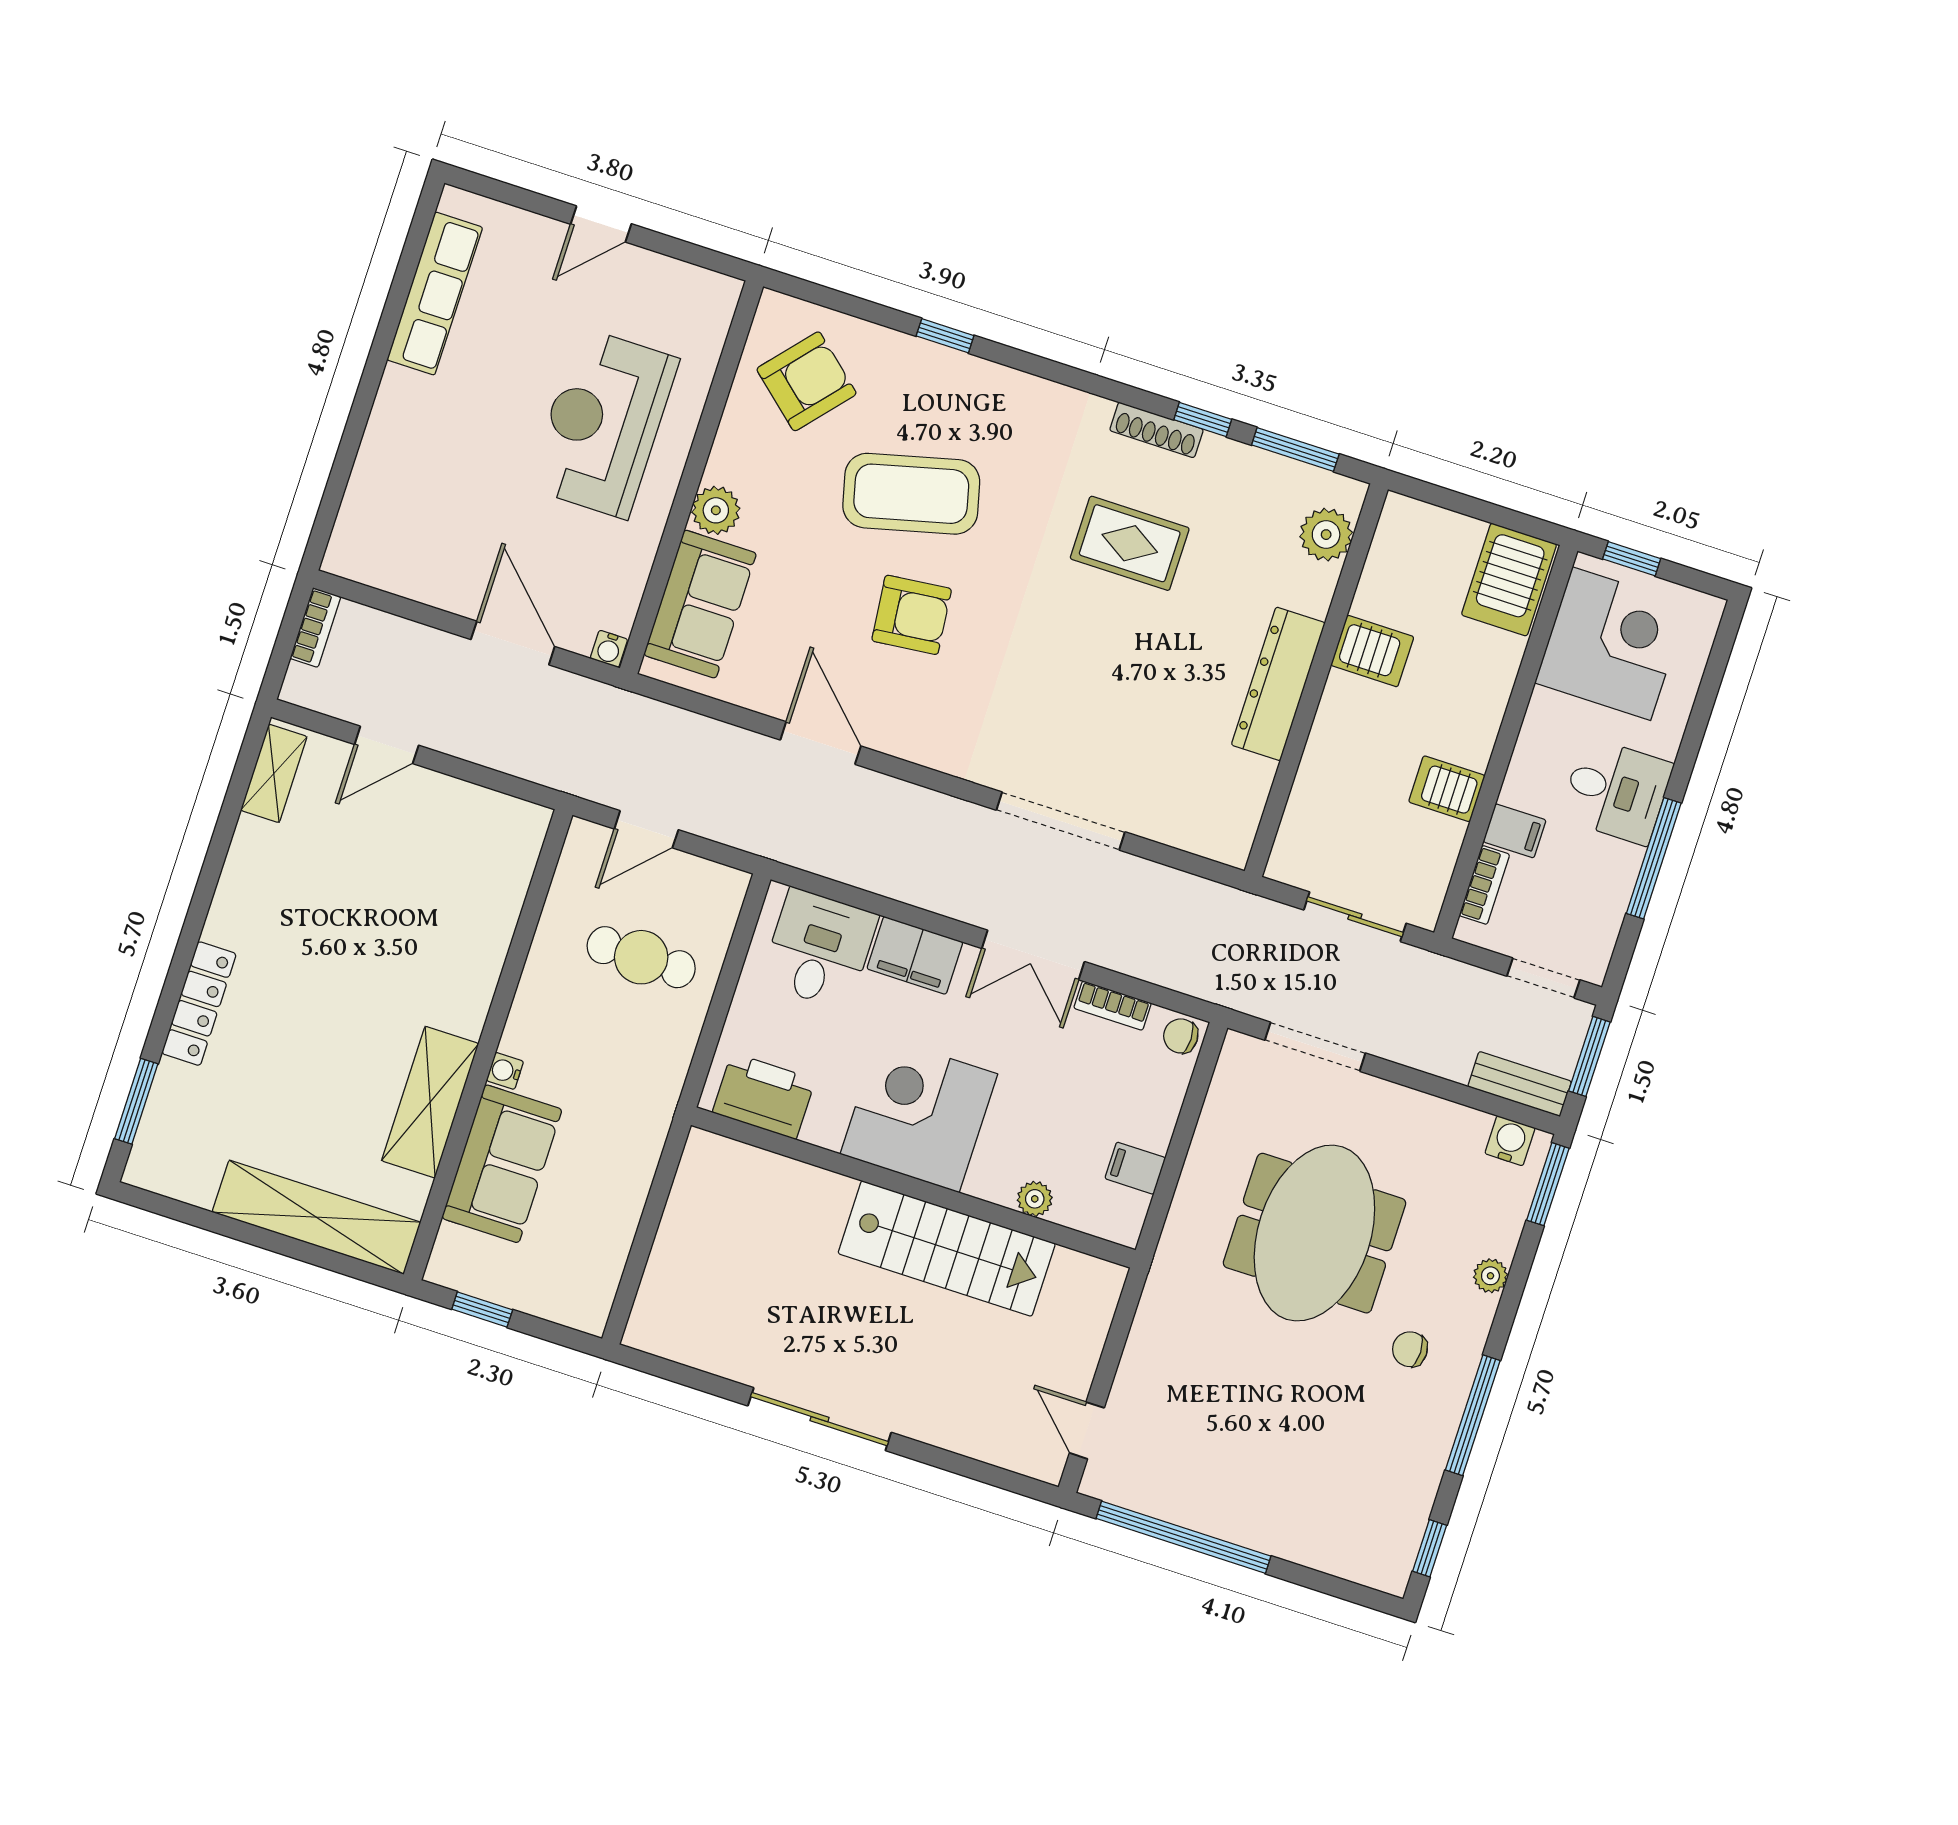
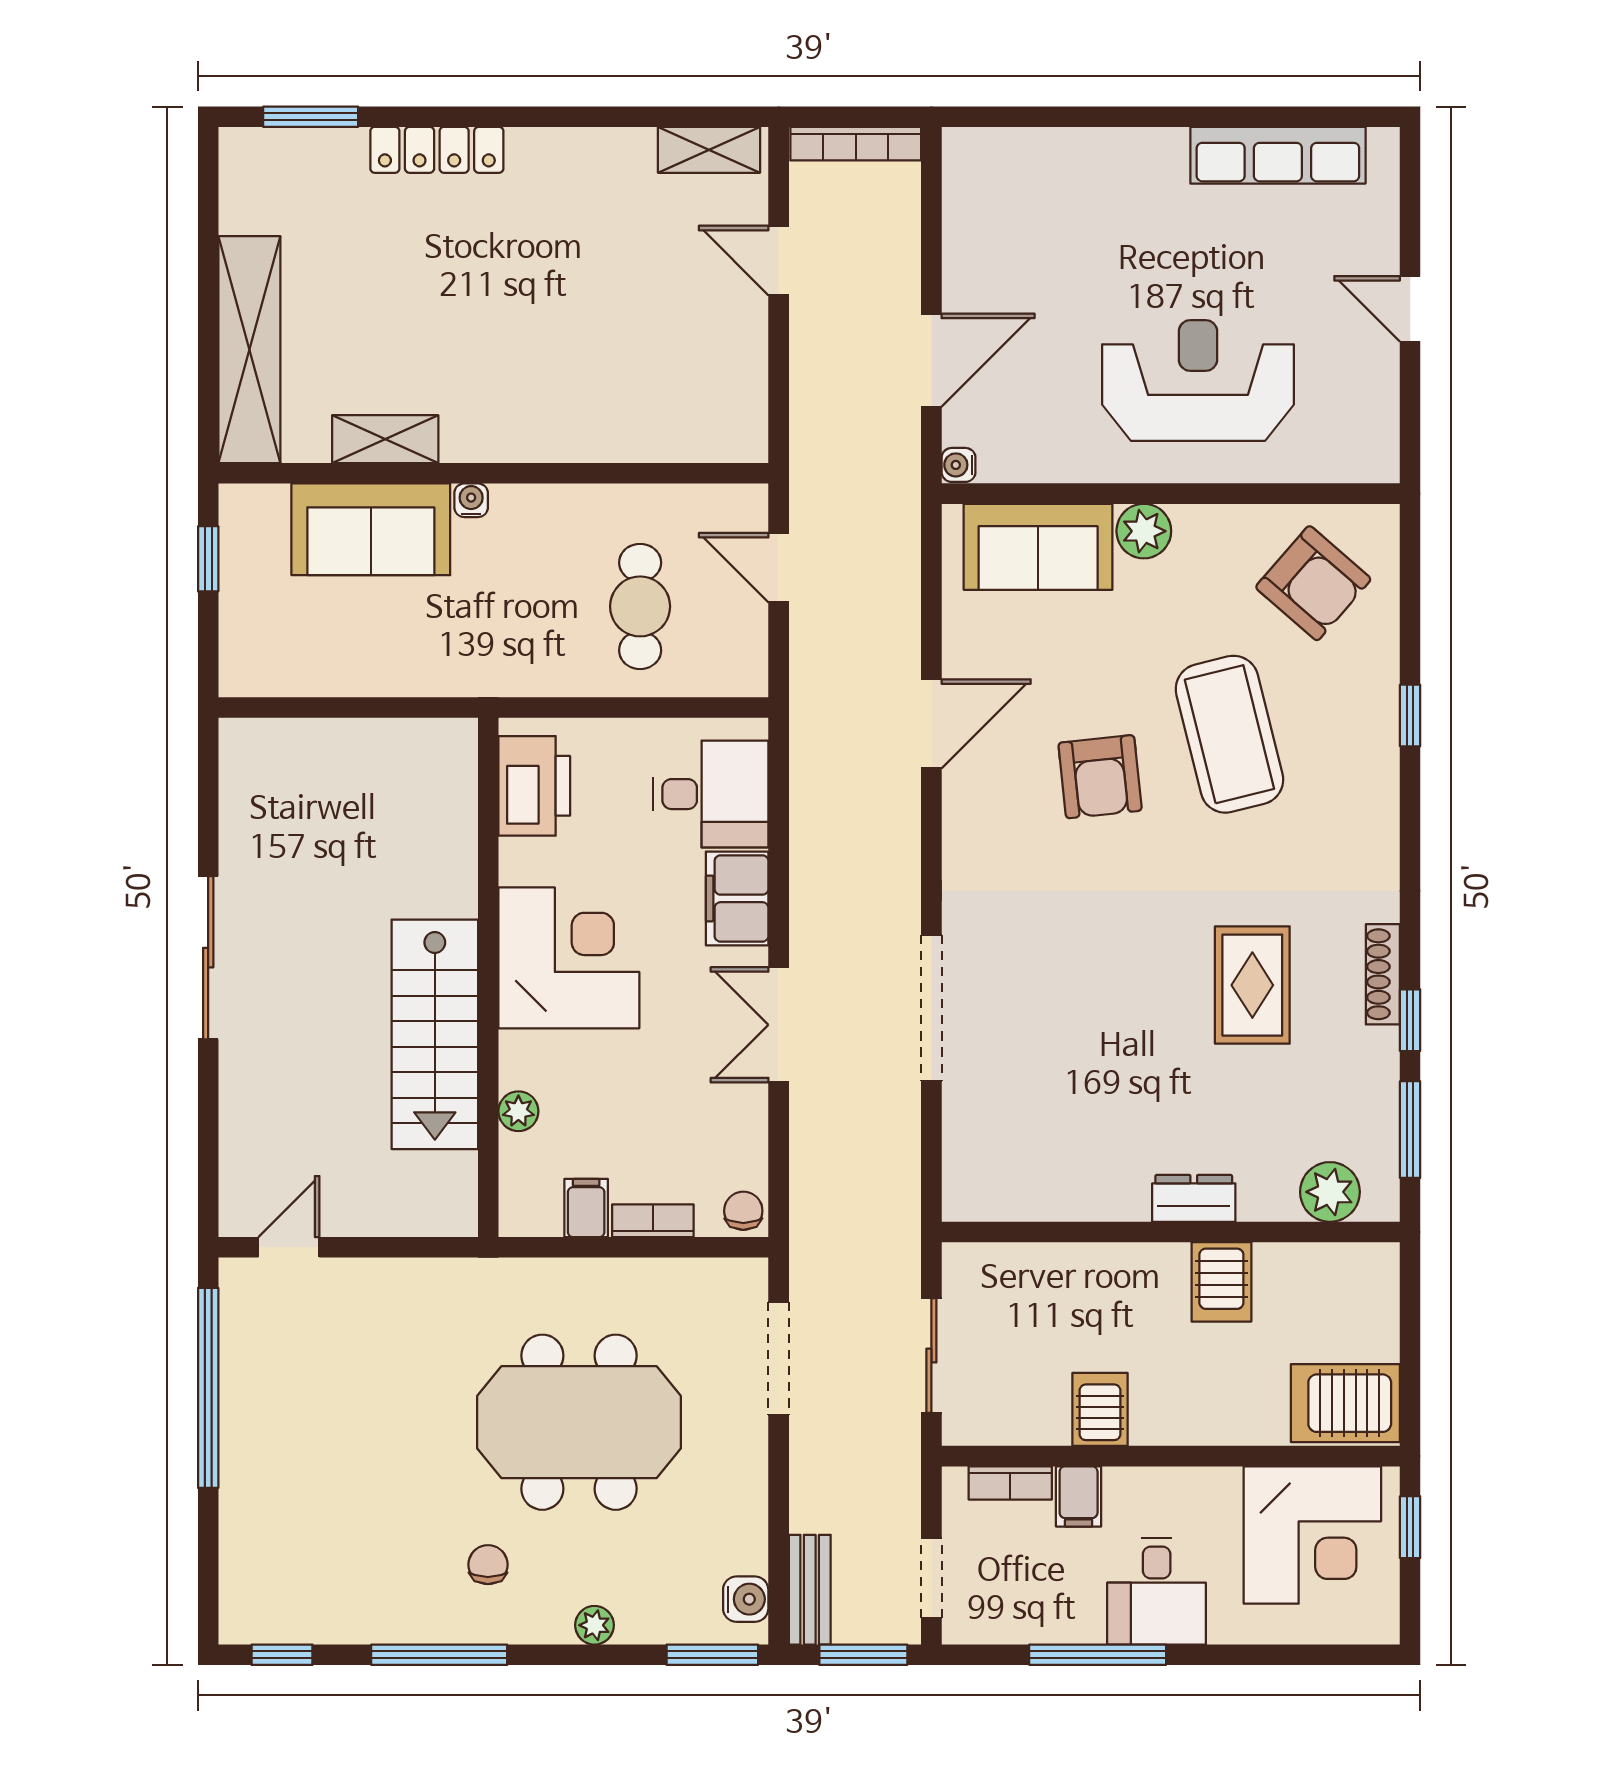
bookcase: (315, 628) -> (856, 144), width x1.56
dresser: (1278, 684) -> (1194, 1198), width x0.51, depth x0.80
bookcase: (1113, 1006) -> (653, 1221), moved, turned 90
shelving: (430, 1102) -> (385, 439), width x0.67, depth x0.75

